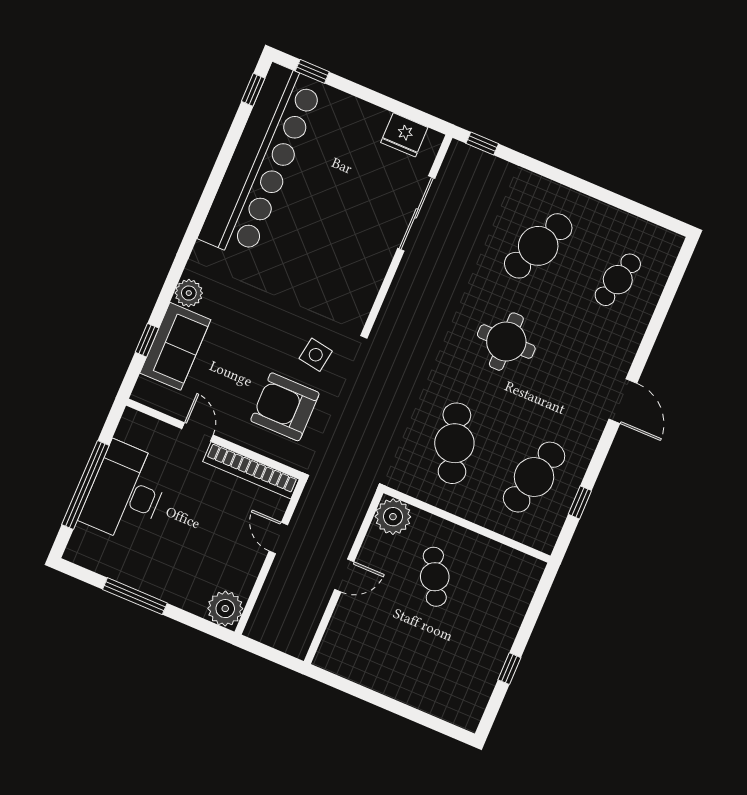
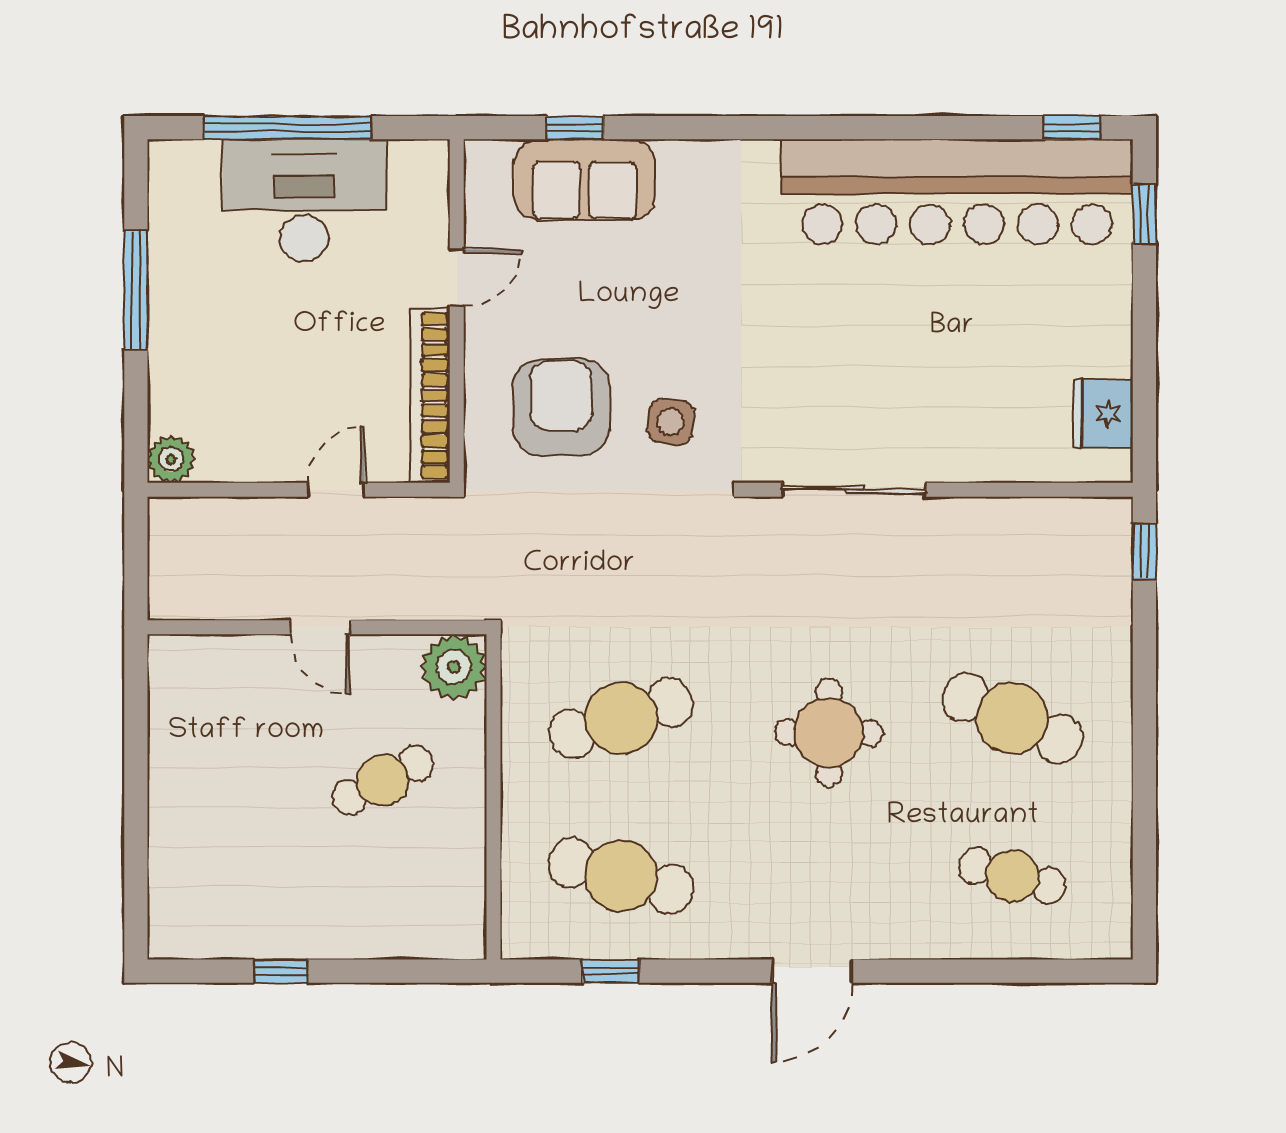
sliding door: (416, 213) -> (854, 490), moved
plant: (189, 293) -> (684, 164), removed
plant: (225, 609) -> (171, 459), width x0.73, depth x0.73

